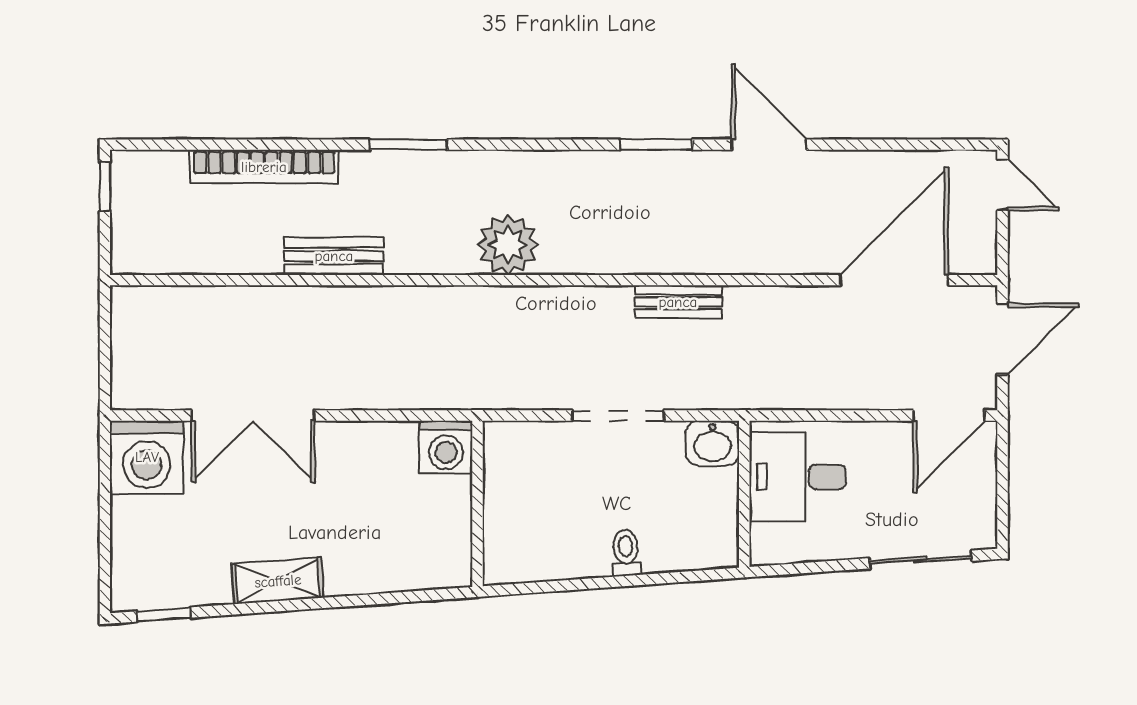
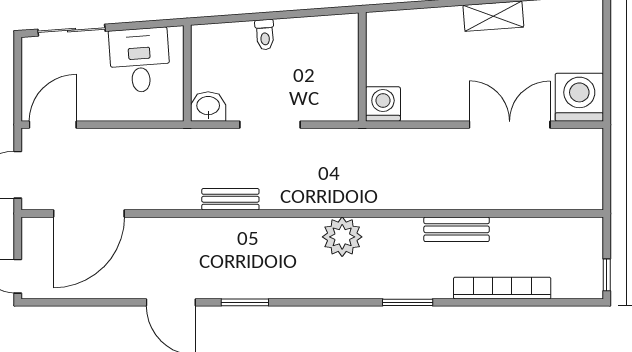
desk: (797, 477) -> (140, 60), moved, turned -94

